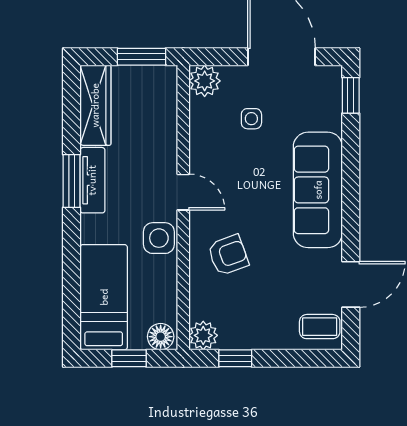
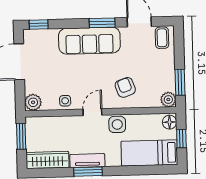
side table: (251, 119) -> (65, 101), moved
window: (351, 215) -> (102, 23), added
window: (235, 358) -> (180, 82), width x1.50

